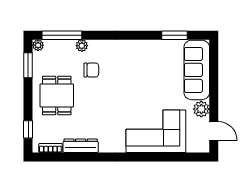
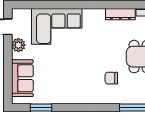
plant: (82, 46) -> (119, 99), removed
sofa: (197, 70) -> (22, 78), width x0.73

